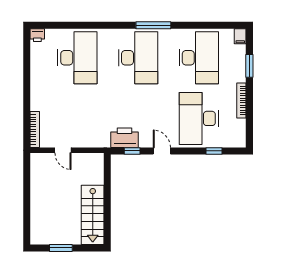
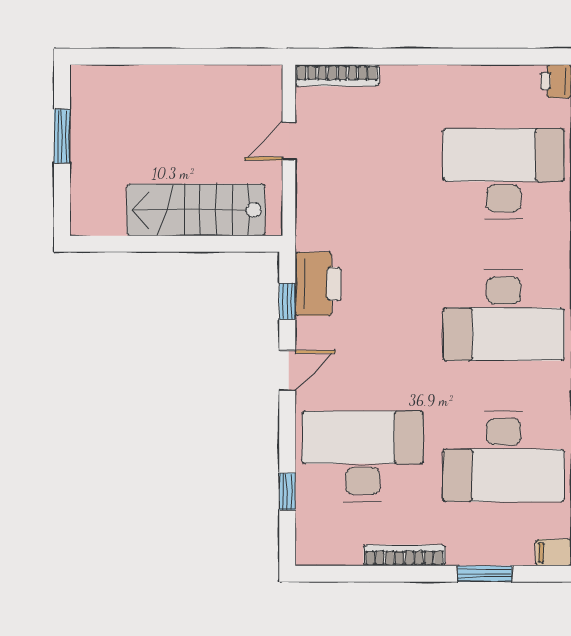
desk: (77, 58) -> (504, 174), turned 180
stairs: (93, 215) -> (196, 210), moved

